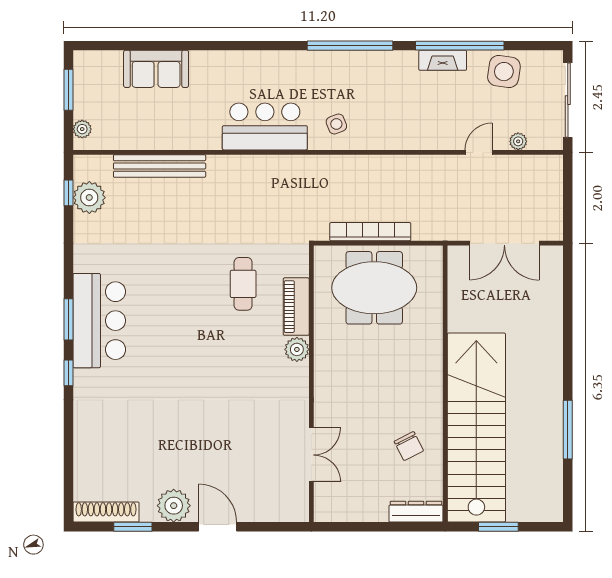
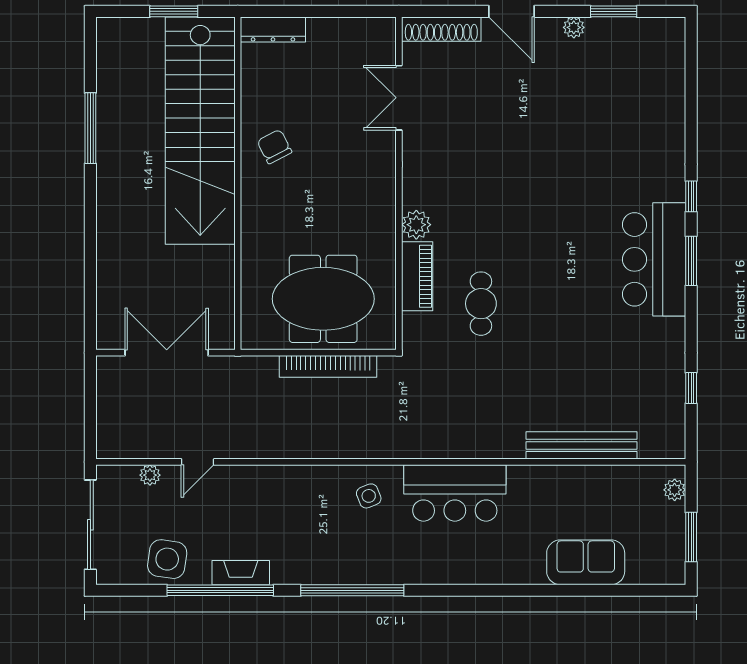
window: (68, 193) -> (691, 388), moved
plant: (89, 198) -> (666, 407), removed
chair: (409, 446) -> (274, 147), moved
plant: (174, 506) -> (574, 27), width x0.53, depth x0.53
shoe rack: (106, 512) -> (441, 29), moved

